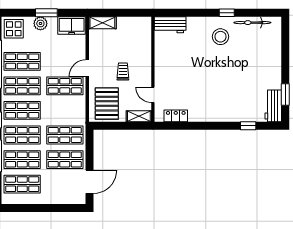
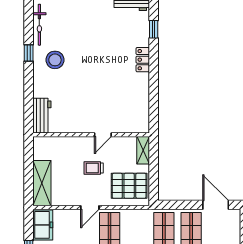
shelving: (102, 23) -> (42, 183), width x1.50, depth x1.33
door: (87, 68) -> (90, 207), hinge flipped
door: (153, 95) -> (103, 135), moved
locker: (176, 116) -> (143, 60), moved

